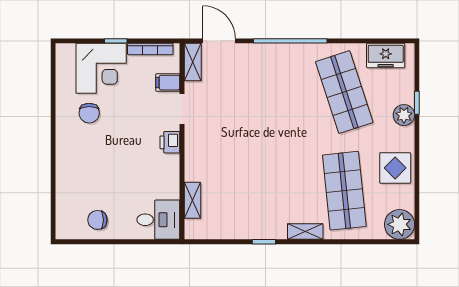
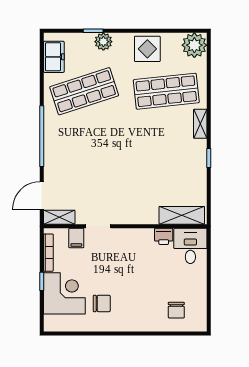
printer: (170, 142) -> (164, 236), moved
shelving: (192, 200) -> (182, 215), width x1.50, depth x1.33
chair: (97, 220) -> (176, 310), moved

